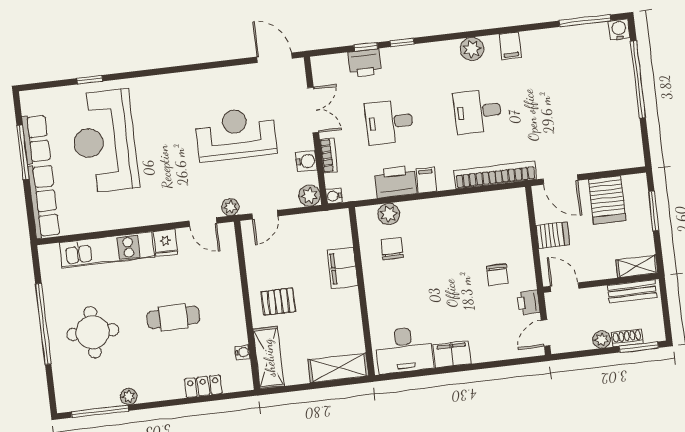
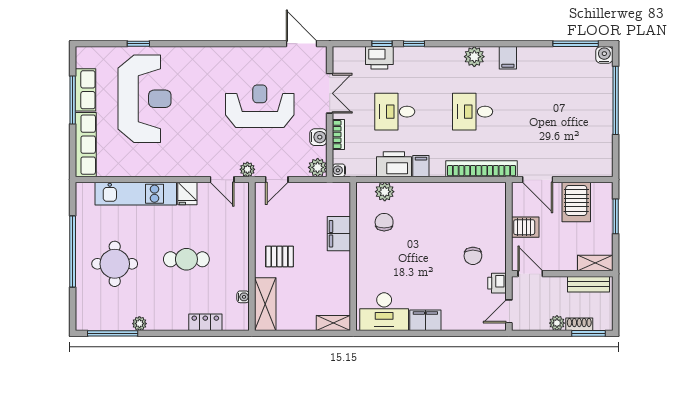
reception desk: (104, 141) -> (144, 99), turned 180
shelving: (338, 368) -> (333, 323), width x0.67, depth x0.75

